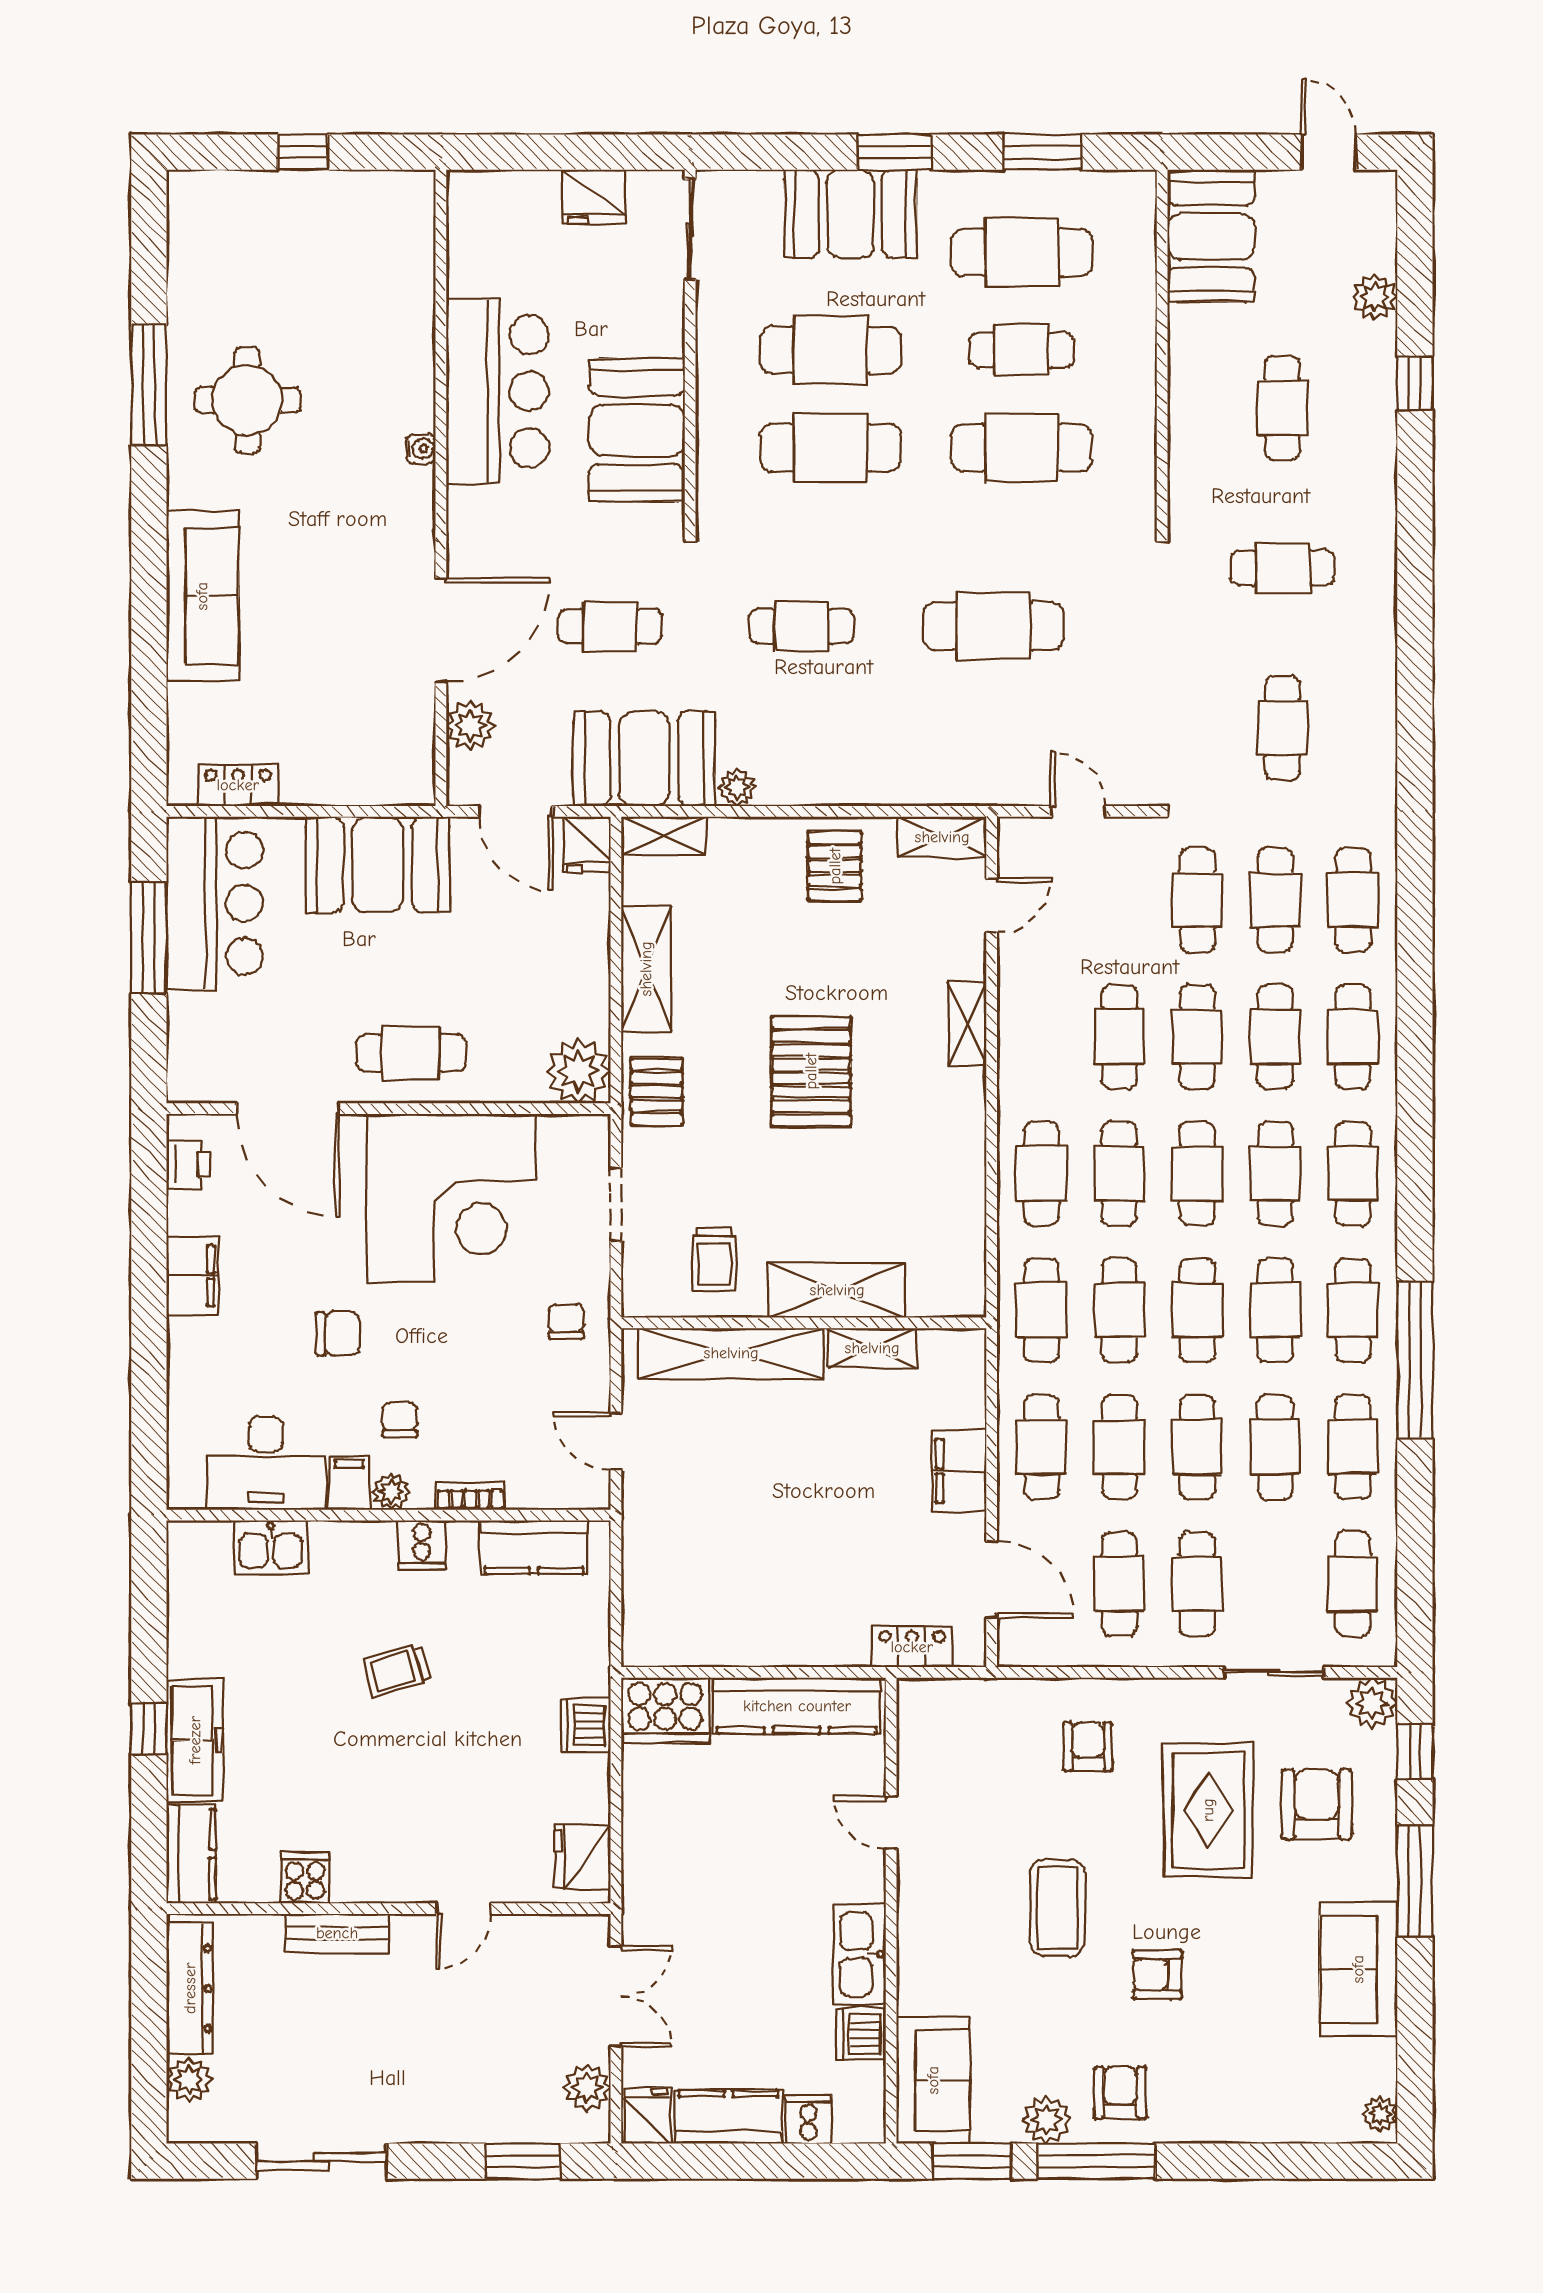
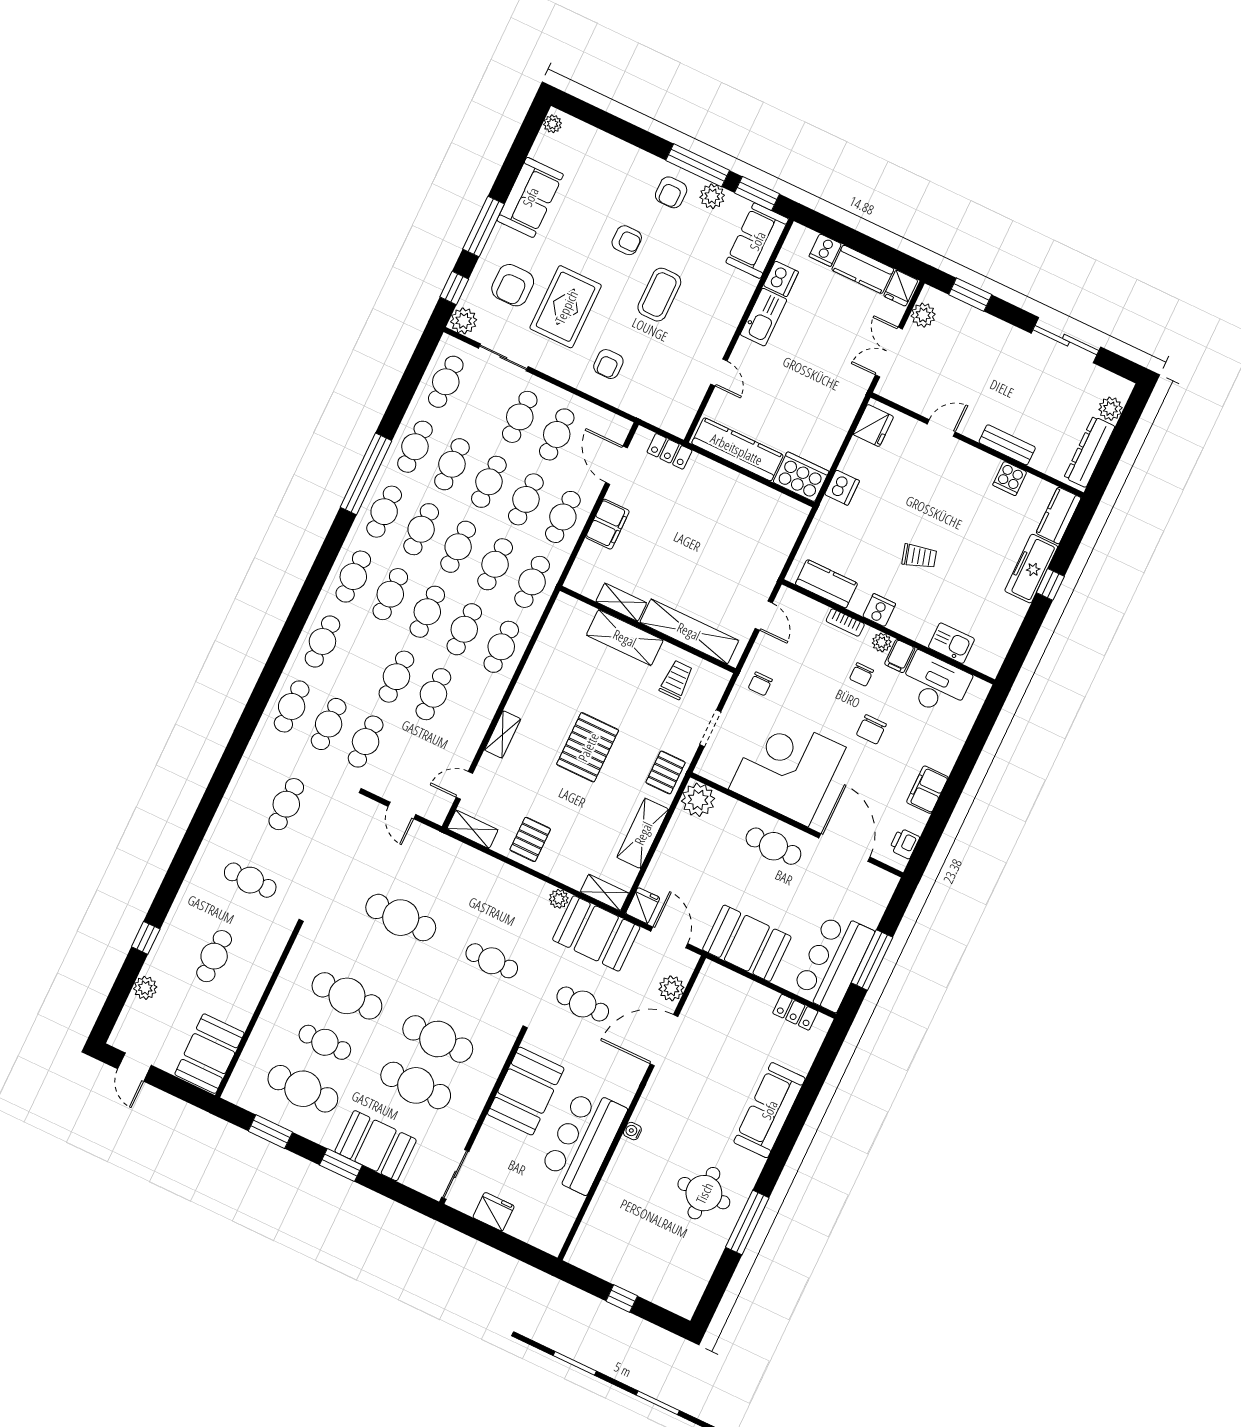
cafe table: (1275, 1037) -> (359, 659), removed
chair: (338, 1334) -> (871, 729), turned -90

